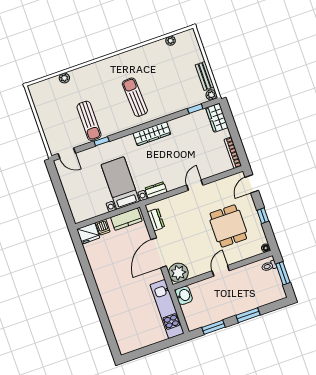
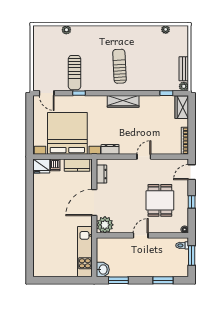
bed with nightstands: (120, 183) -> (67, 133), width x1.85
washbasin: (184, 295) -> (103, 270), moved
window: (248, 315) -> (163, 280), moved

